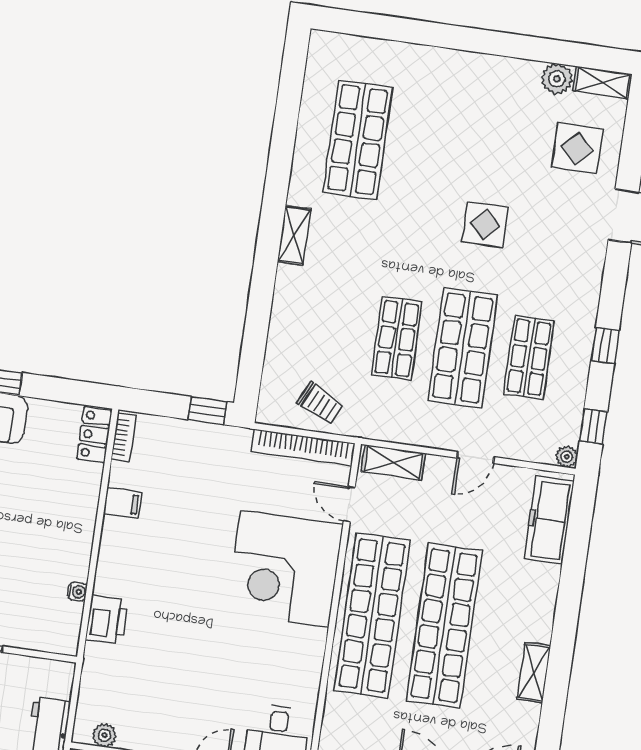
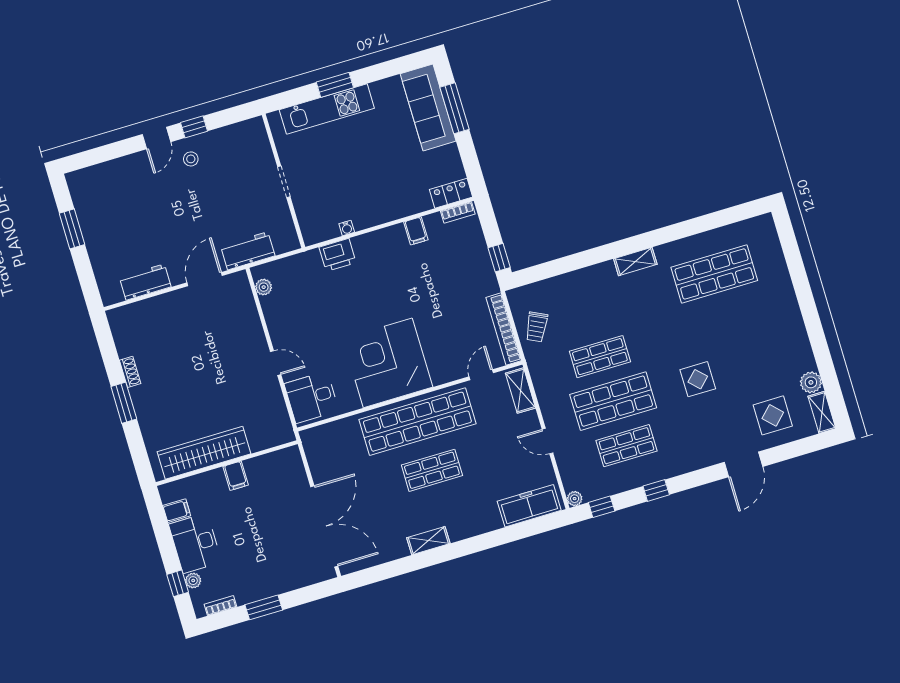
corner desk: (285, 569) -> (388, 363), moved
shop shelf: (444, 626) -> (432, 470), width x0.50, depth x0.74

